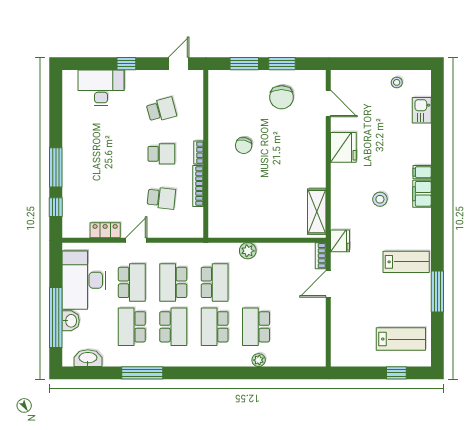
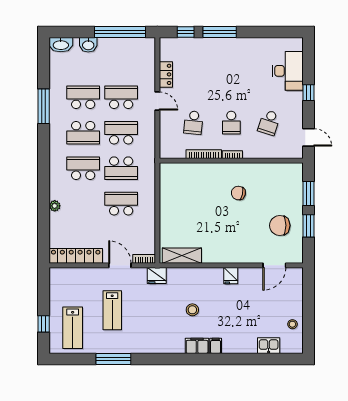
school desk: (161, 110) -> (269, 123), turned 33
fridge: (343, 147) -> (231, 276), width x0.53, depth x0.75
plant: (248, 251) -> (148, 197), removed
lab bench: (406, 262) -> (112, 310), moved
desk: (84, 280) -> (123, 56), removed
school desk: (132, 282) -> (121, 97), turned 180
window: (56, 318) -> (120, 32), moved
school desk: (256, 327) -> (121, 204), moved
locker: (317, 335) -> (76, 256), added
washbasin: (88, 358) -> (61, 45), moved, turned 90

